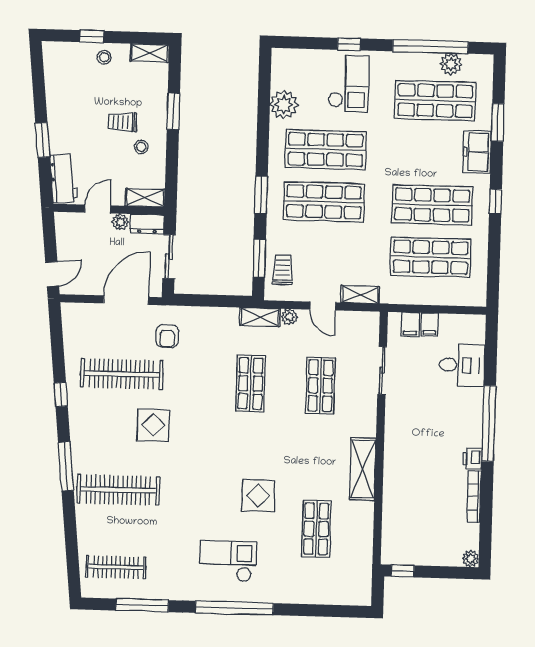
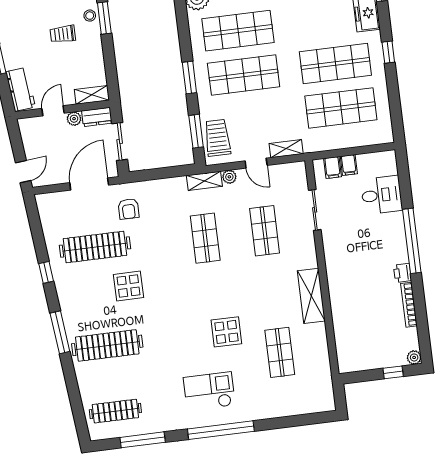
stool: (141, 147) -> (90, 16), moved
trolley: (283, 270) -> (217, 138), width x1.36, depth x1.39
window: (403, 571) -> (393, 372), moved

